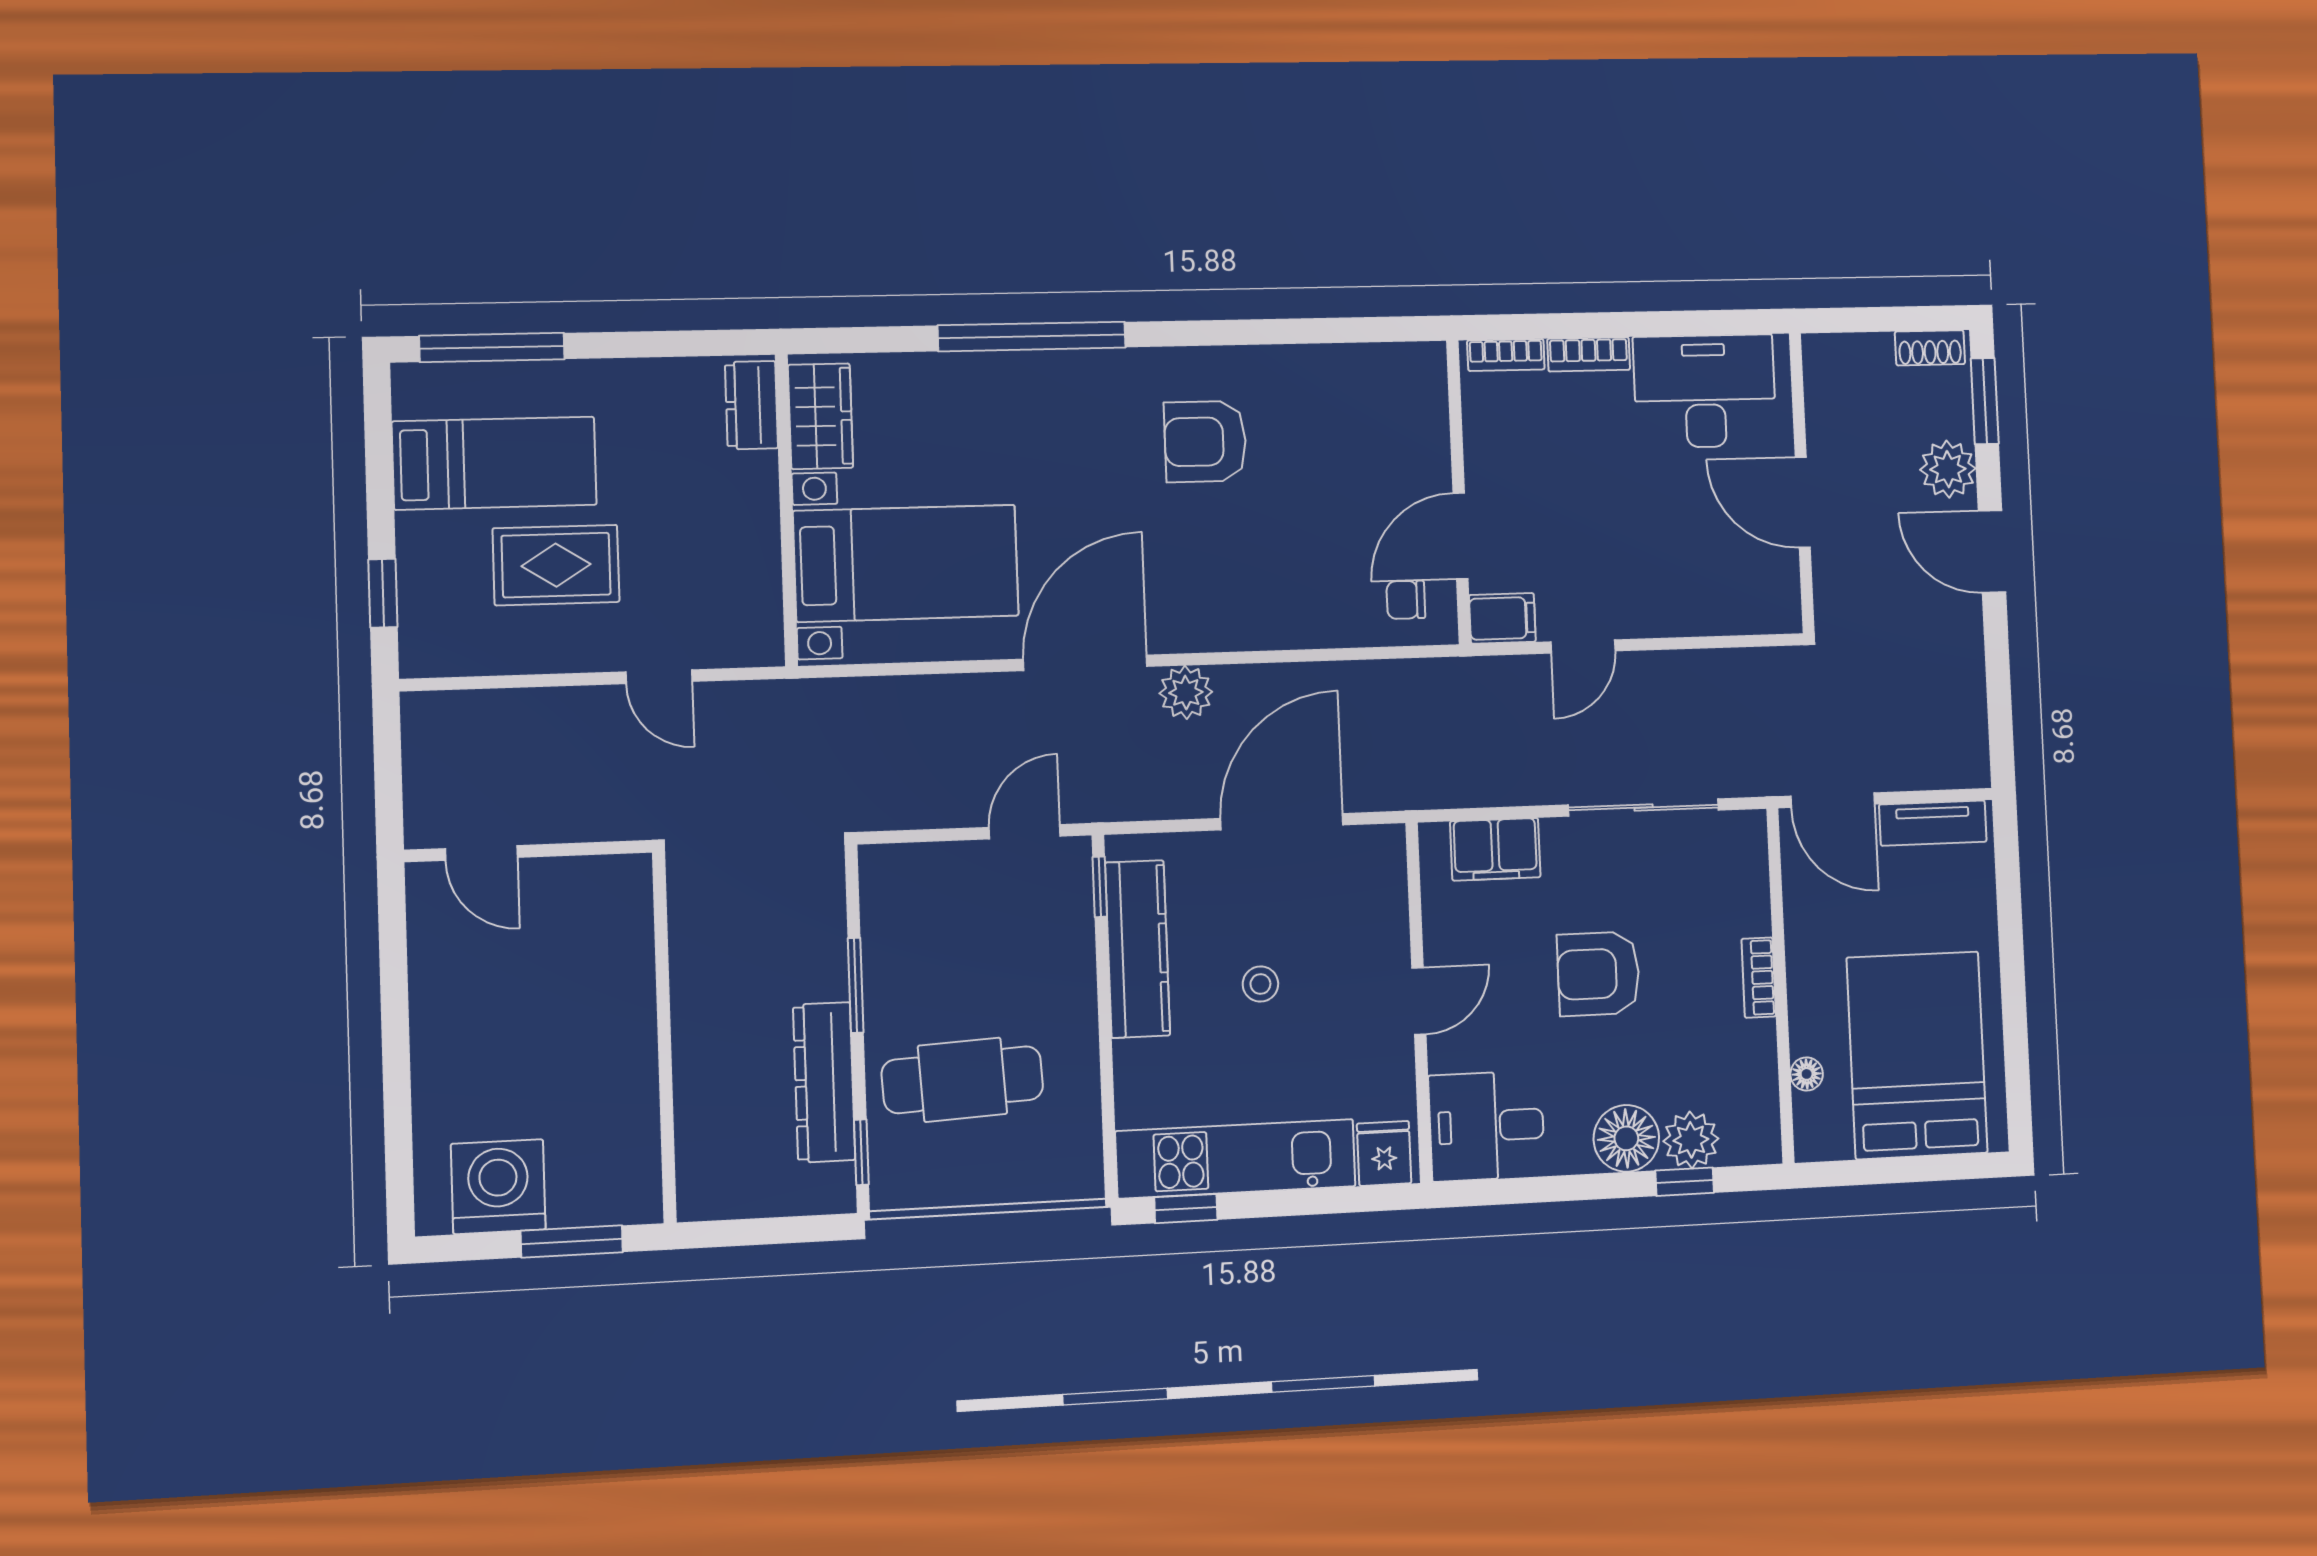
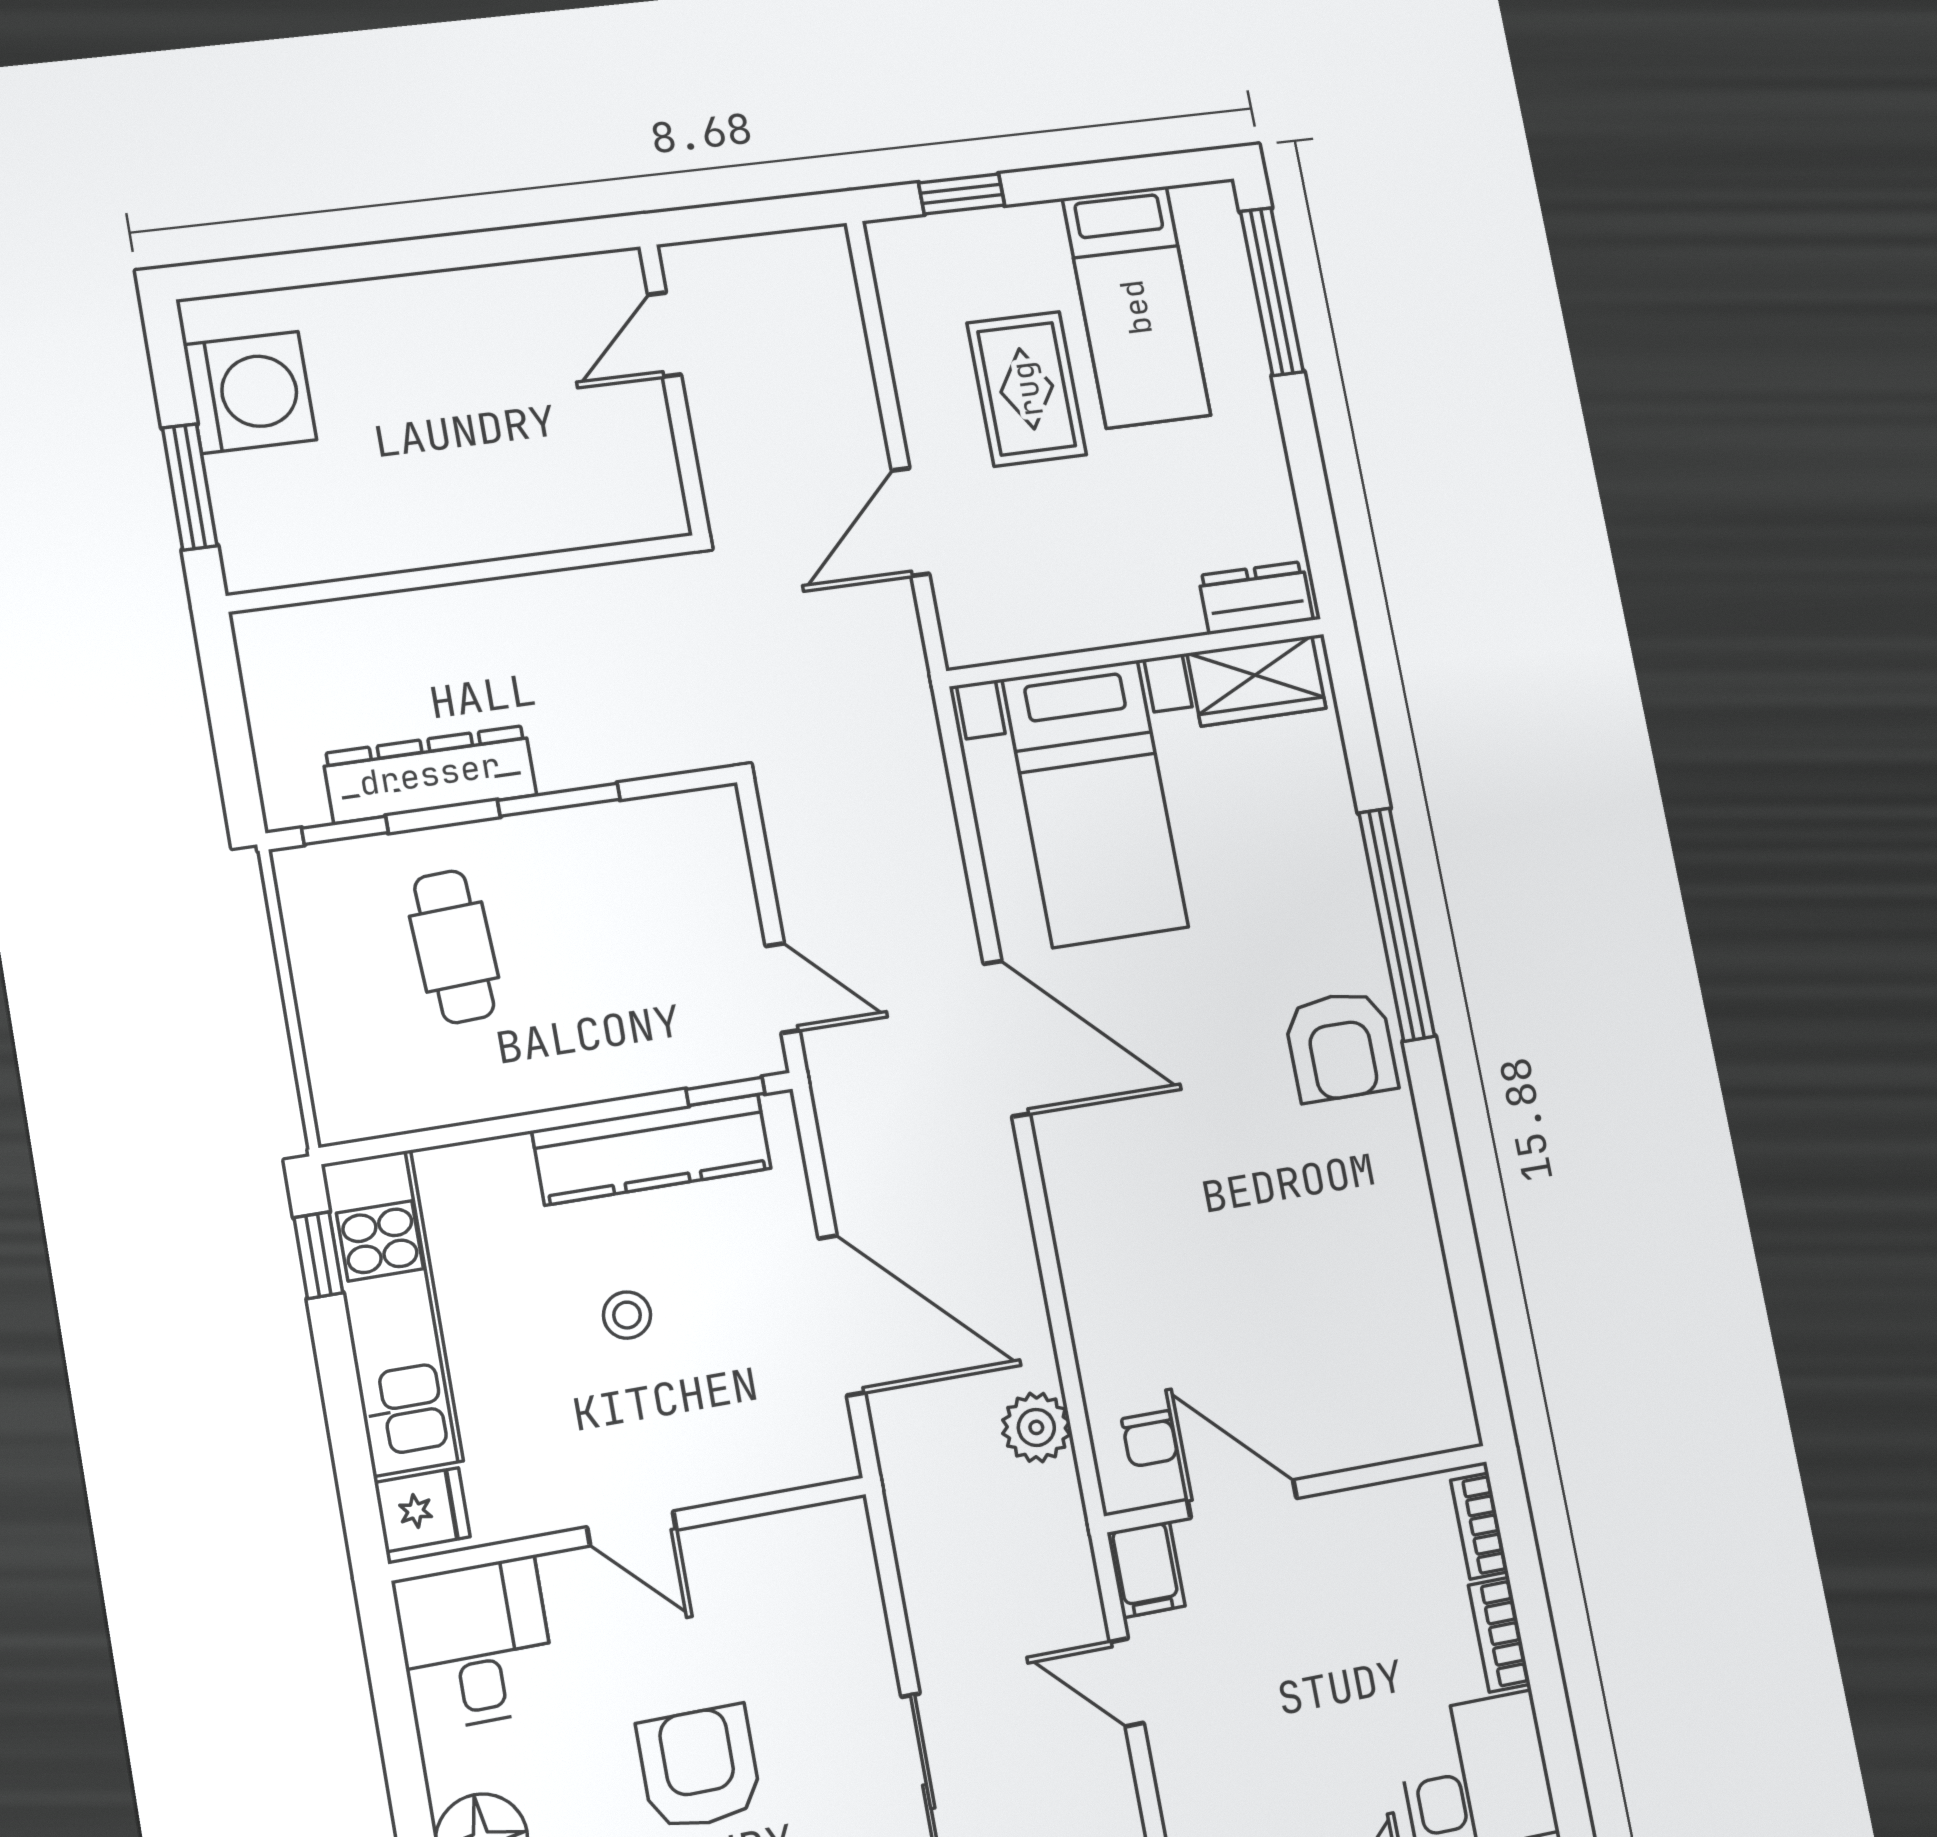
armchair: (1205, 442) -> (1341, 1046), moved, turned 180
chair: (1406, 600) -> (1150, 1439), turned 180
door: (659, 677) -> (910, 522), width x1.38
plant: (1186, 692) -> (1036, 1427), moved
filing cabinet: (1495, 849) -> (845, 1603), removed
cafe table: (962, 1080) -> (454, 947), width x0.73, depth x0.74

